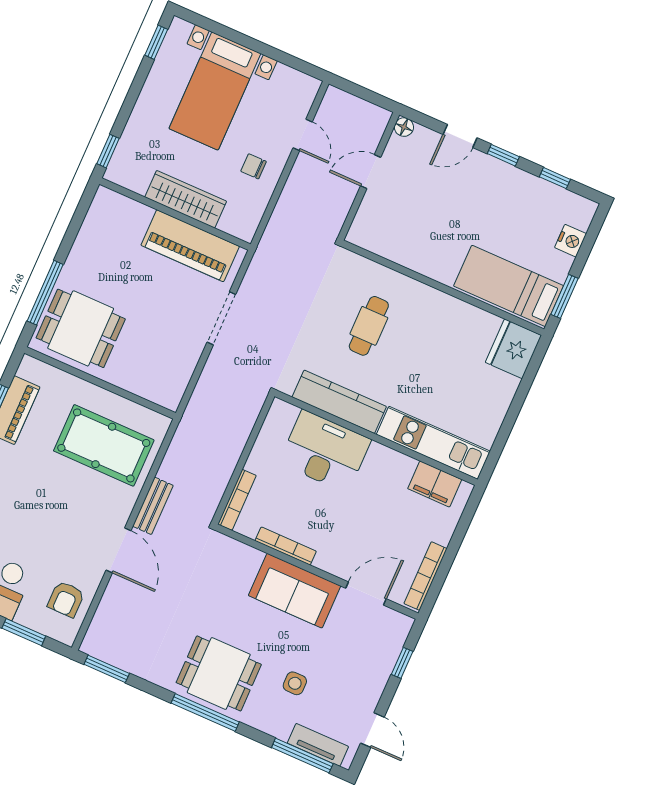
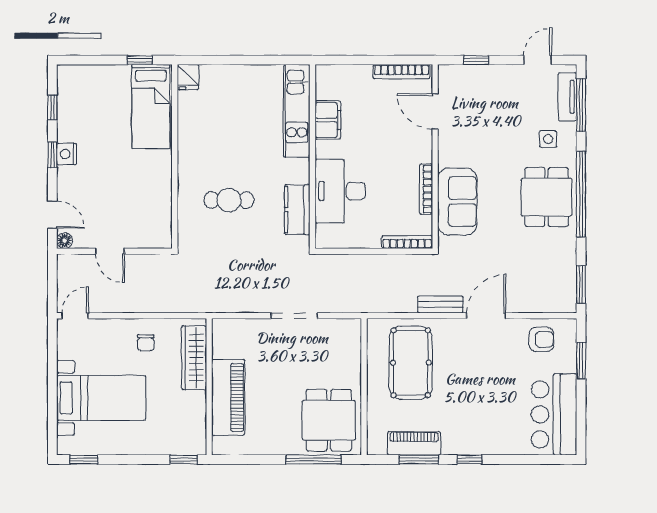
door: (303, 135) -> (75, 316), moved
door: (460, 136) -> (52, 215), moved
wardrobe: (186, 199) -> (194, 358), moved
nightstand: (571, 241) -> (67, 154), moved, turned -90
piano: (190, 246) -> (228, 397), moved
window: (565, 296) -> (140, 60), width x0.67
doorway: (221, 318) -> (294, 316), moved
fridge: (513, 349) -> (188, 77), width x0.53, depth x0.75
kitchen counter: (339, 402) -> (297, 210), width x0.67
filing cabinet: (435, 484) -> (328, 120), moved
sofa: (295, 591) -> (457, 202), moved
side table: (295, 683) -> (548, 139), moved
window: (205, 712) -> (581, 194), width x1.46

